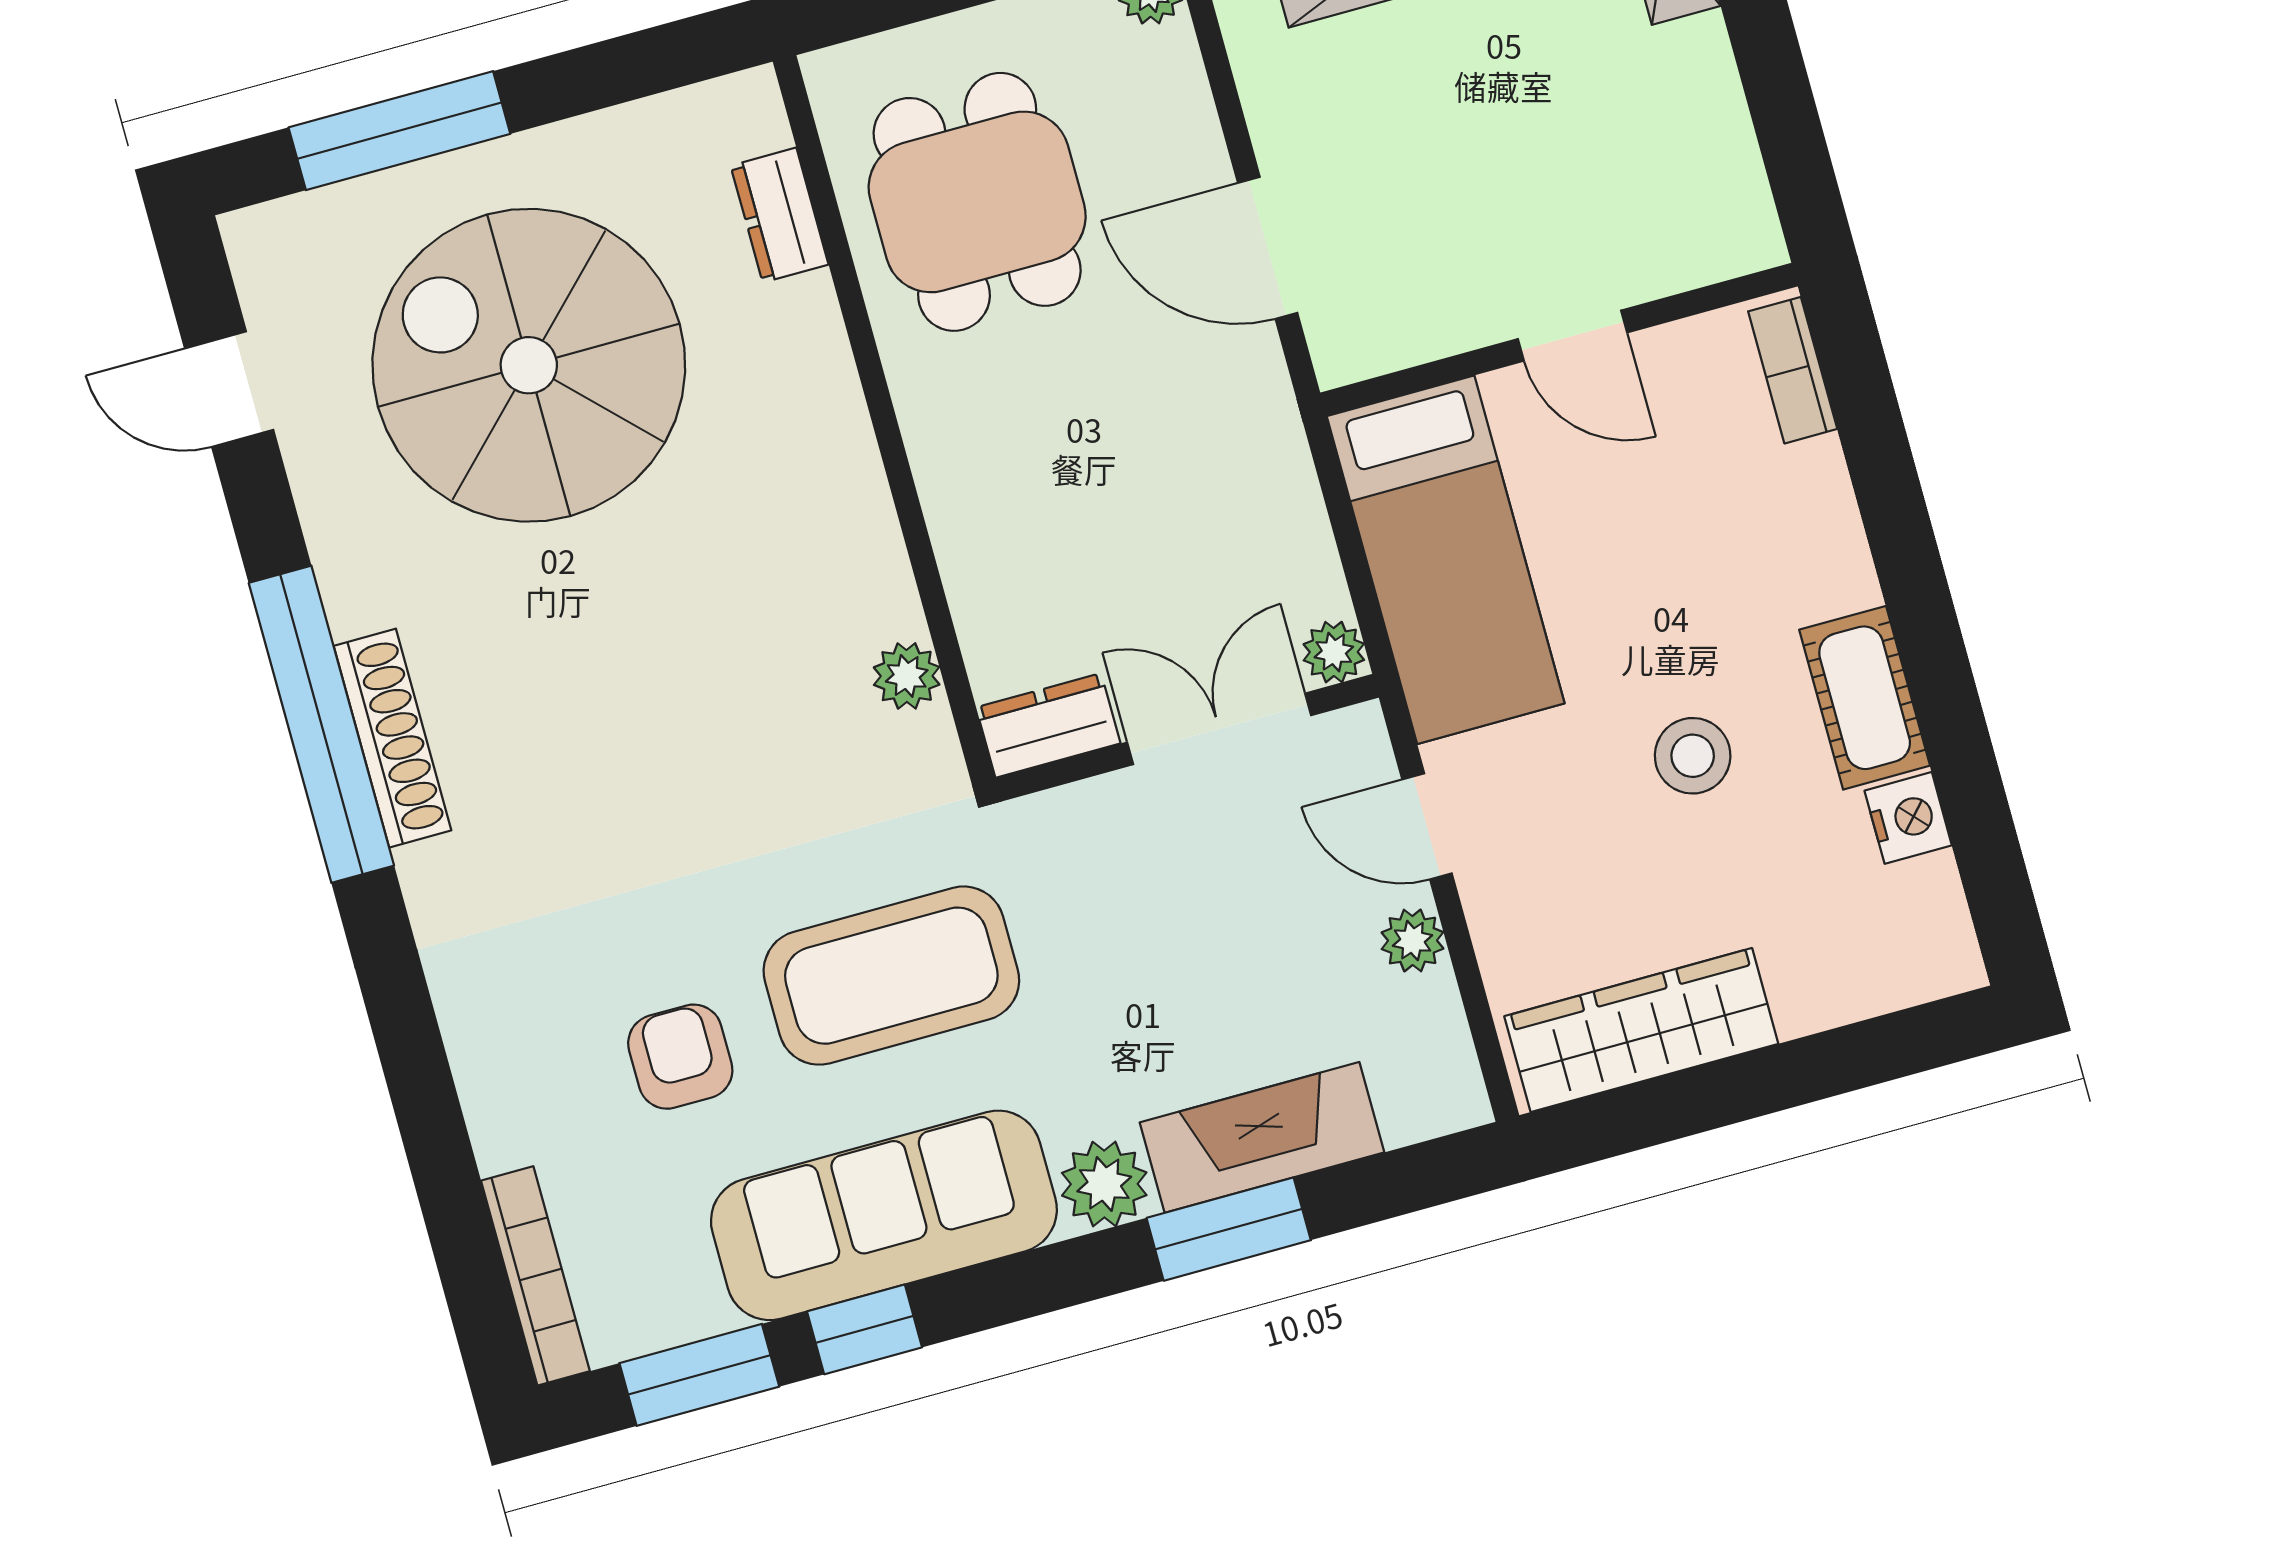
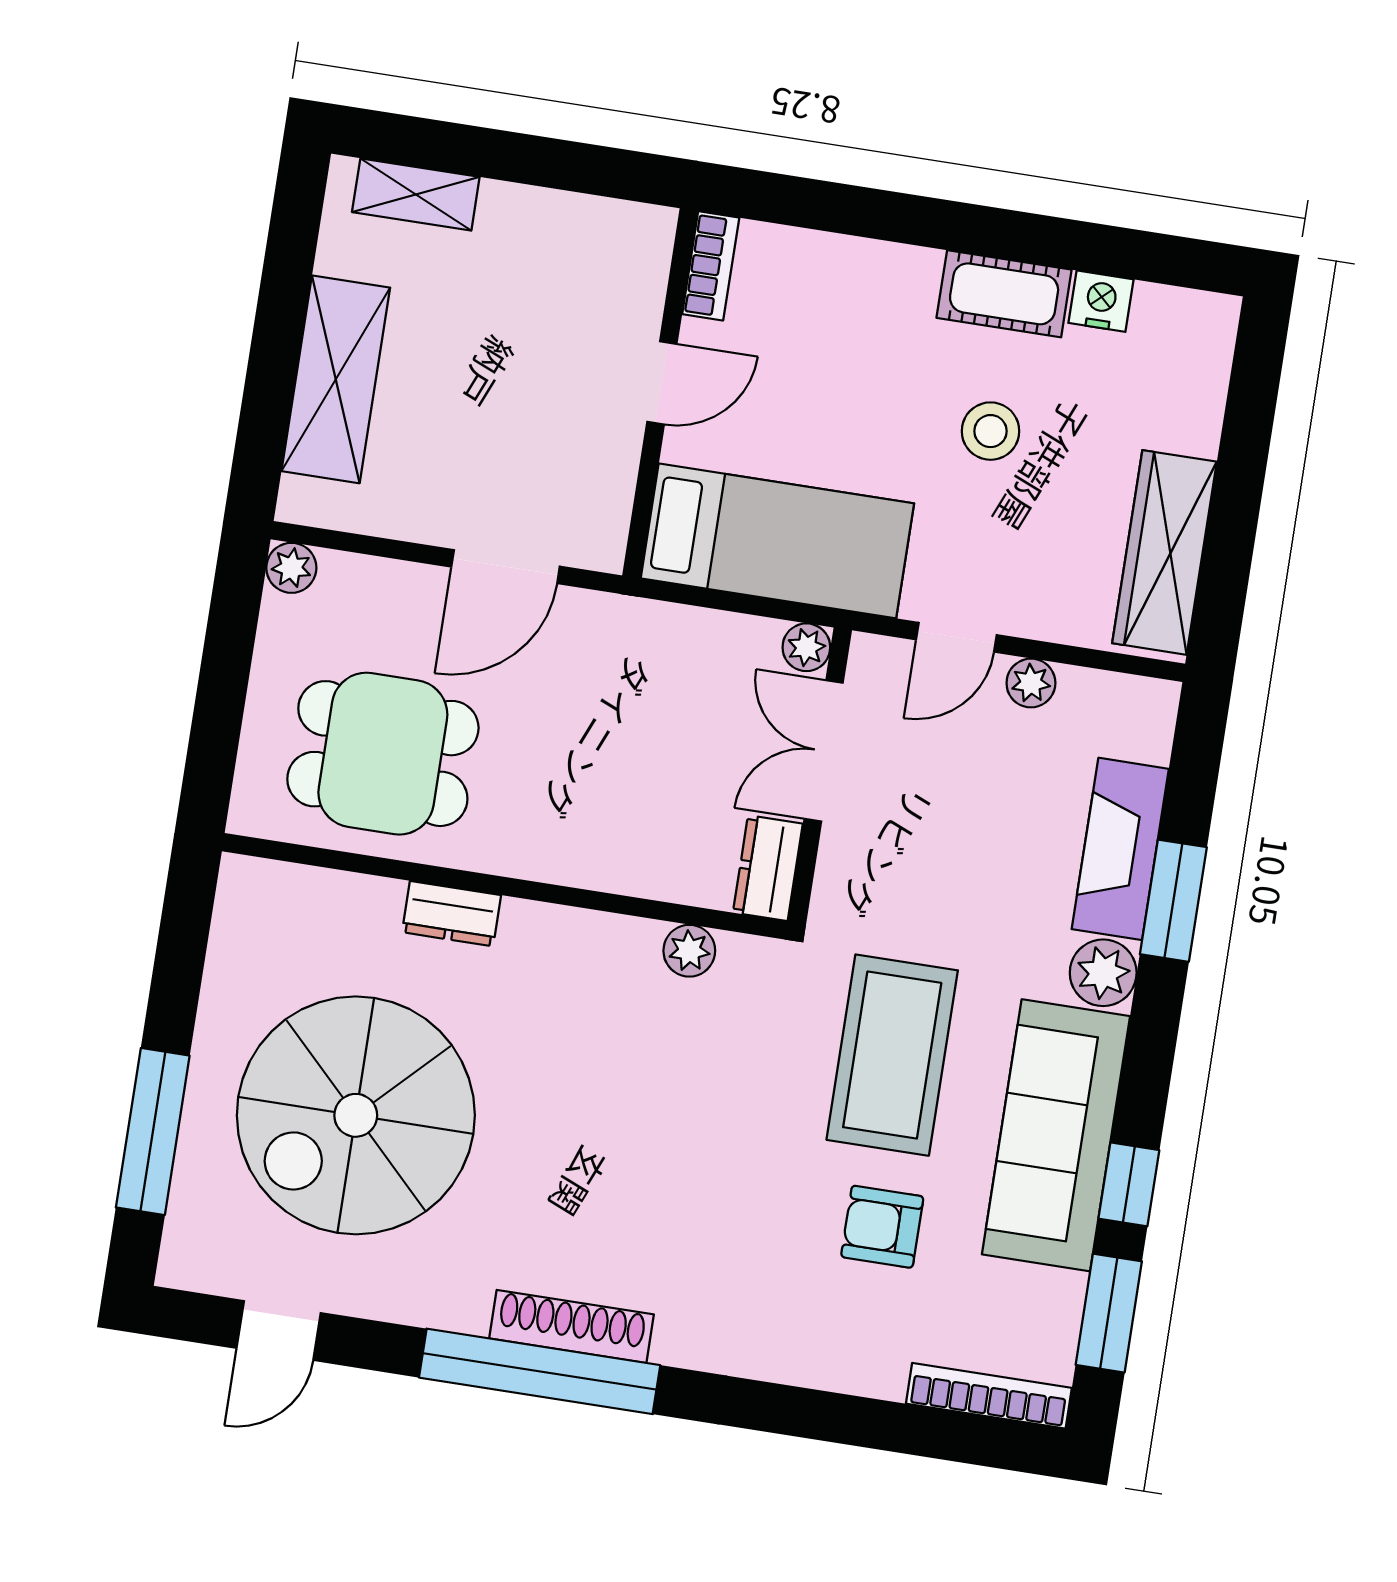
dresser: (780, 215) -> (452, 914), moved
bookcase: (1793, 370) -> (711, 266), moved, turned -90

